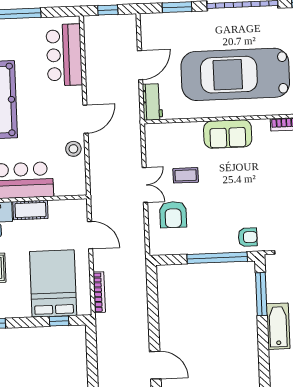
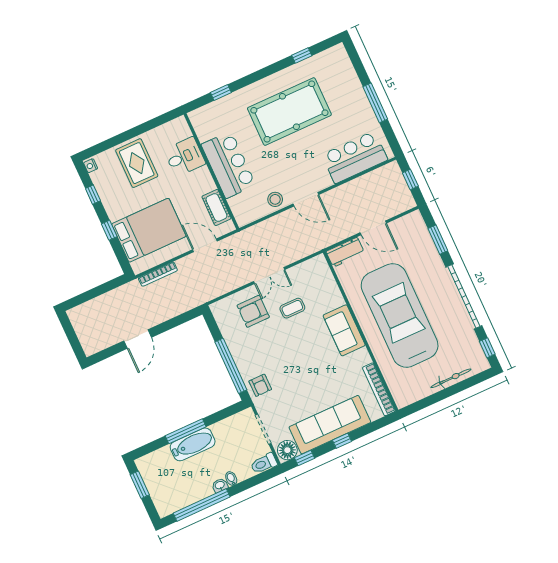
coffee table: (186, 175) -> (292, 308), turned 90
cot: (30, 210) -> (216, 207), moved
door: (90, 235) -> (205, 245), swing flipped
window: (261, 294) -> (186, 431), moved
window: (59, 321) -> (109, 230), moved
door: (155, 365) -> (138, 339), moved

